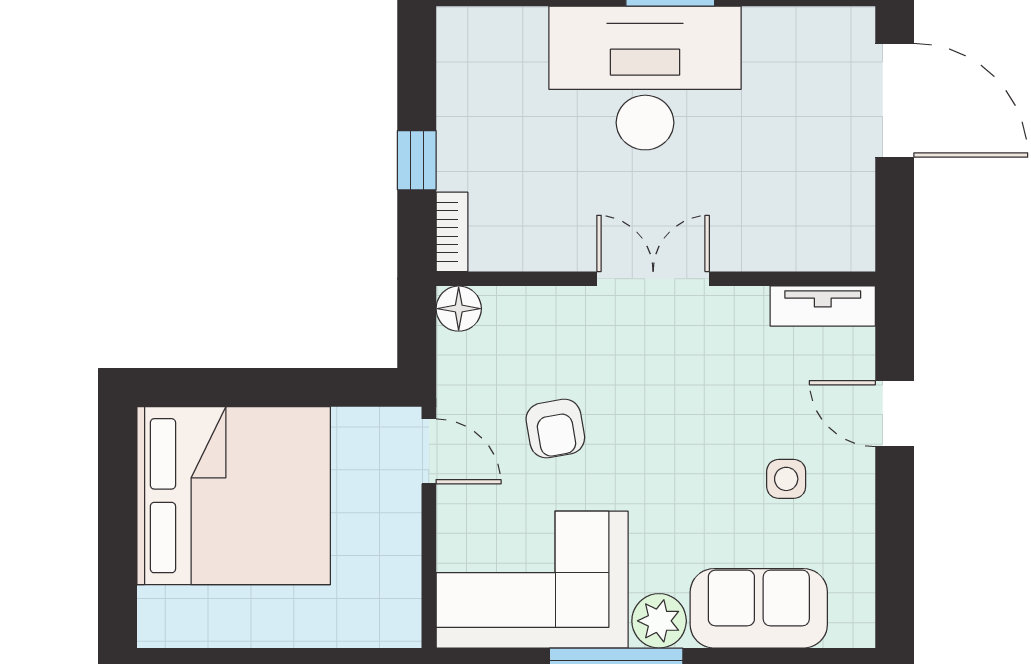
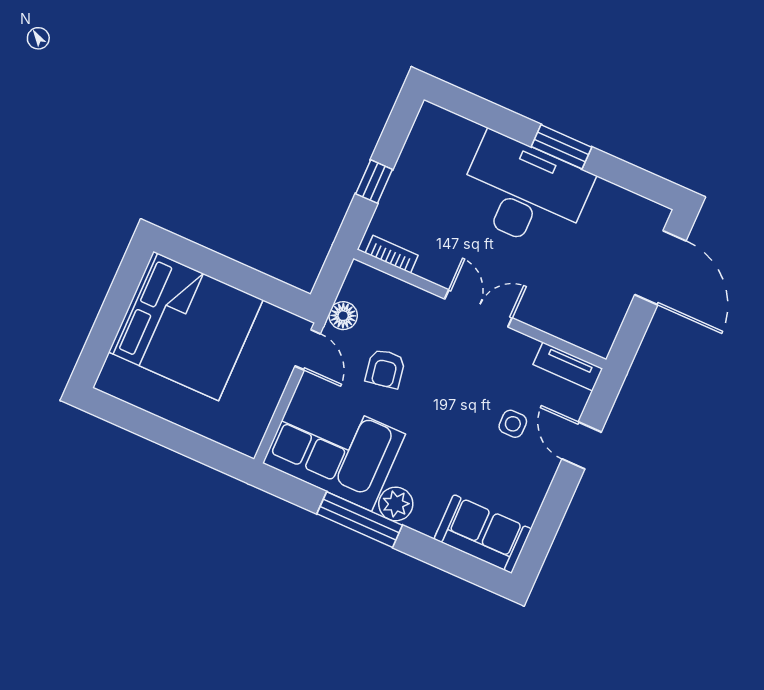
bookcase: (452, 232) -> (392, 254), moved, turned -90
floor lamp: (459, 309) -> (343, 316), moved
side table: (786, 479) -> (513, 424), moved
sofa: (759, 608) -> (483, 534), moved

